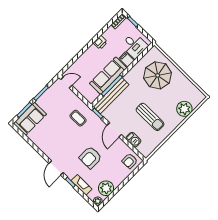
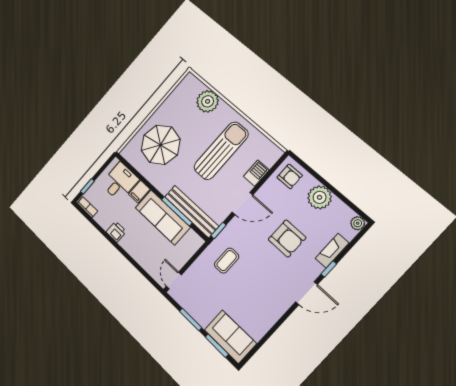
sun lounger: (150, 117) -> (221, 151), width x1.36, depth x1.34
plant: (106, 188) -> (320, 197), moved

